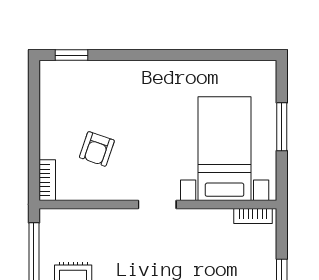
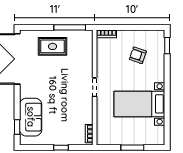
armchair: (97, 149) -> (138, 55), moved
bed with nightstands: (225, 149) -> (139, 104), moved, turned 180

